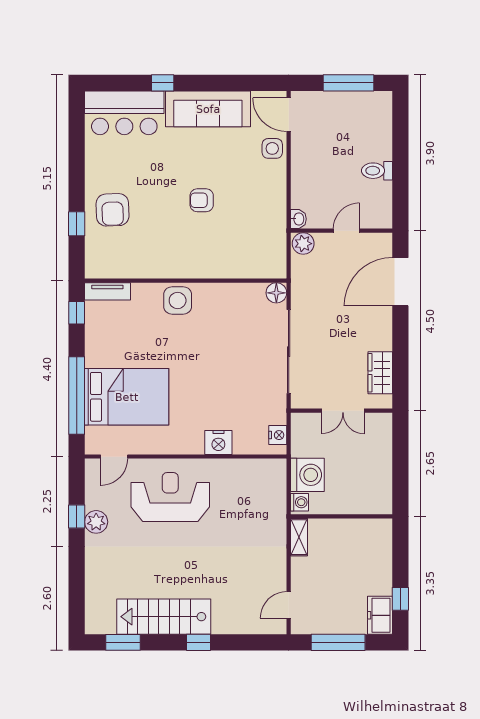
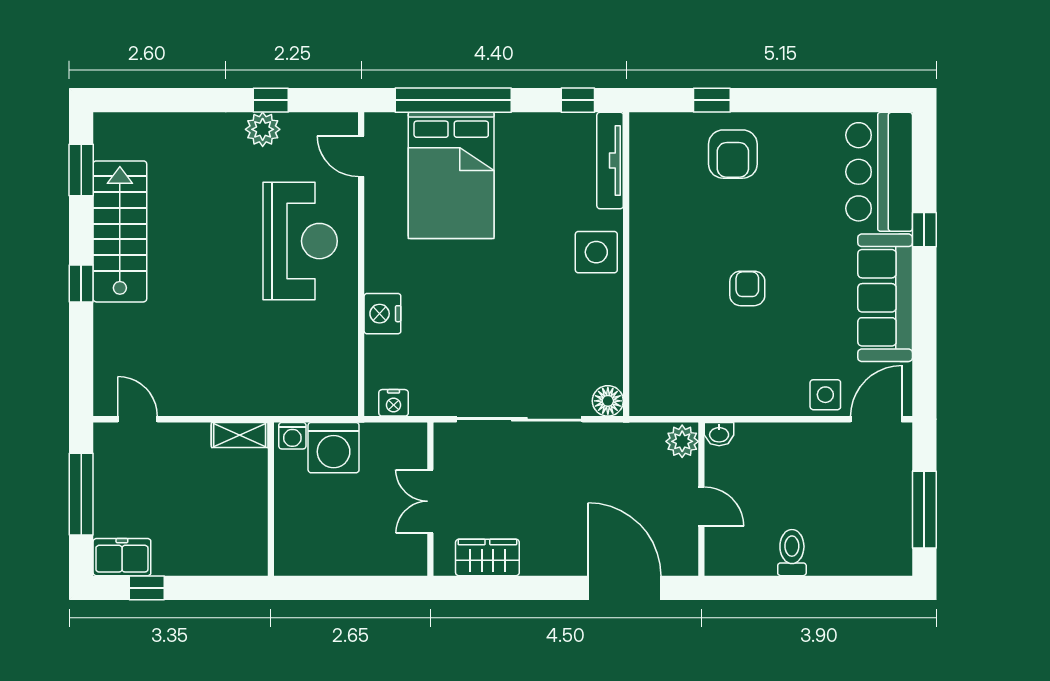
armchair: (113, 210) -> (733, 154), turned -88
tv unit: (107, 291) -> (610, 160), width x1.41

